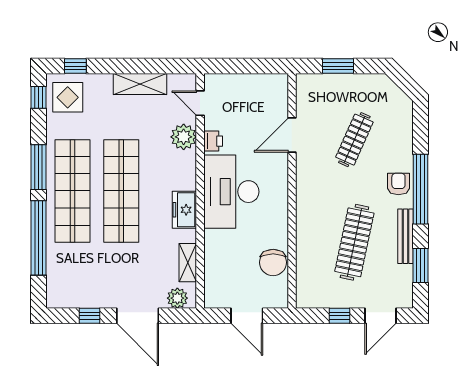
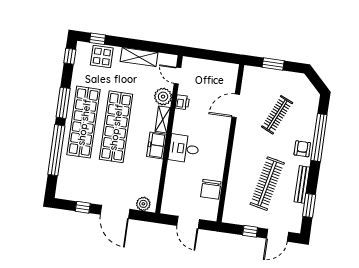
display table: (68, 97) -> (102, 57), moved
window: (421, 189) -> (319, 138), moved
desk: (231, 192) -> (184, 149), width x0.53, depth x0.77
shelving: (188, 263) -> (163, 119), moved

